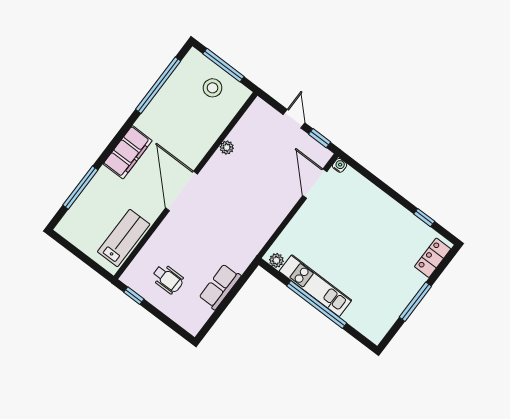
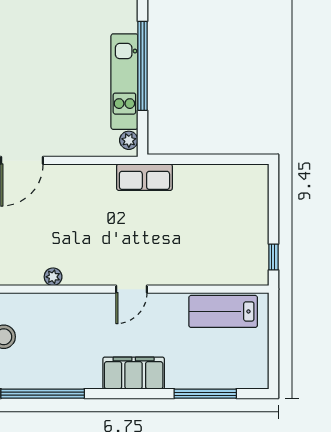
door: (182, 191) -> (131, 289), width x0.53
wheelchair: (168, 279) -> (231, 236), removed
row of seats: (220, 287) -> (144, 177), moved

